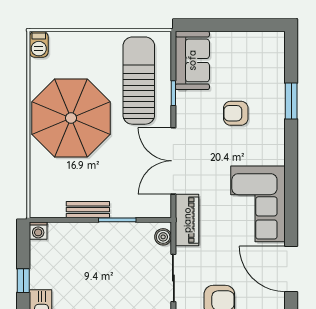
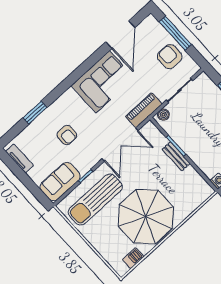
tv unit: (257, 39) -> (19, 158), added
barbecue: (39, 44) -> (133, 258), moved
bench: (88, 210) -> (176, 156), moved

